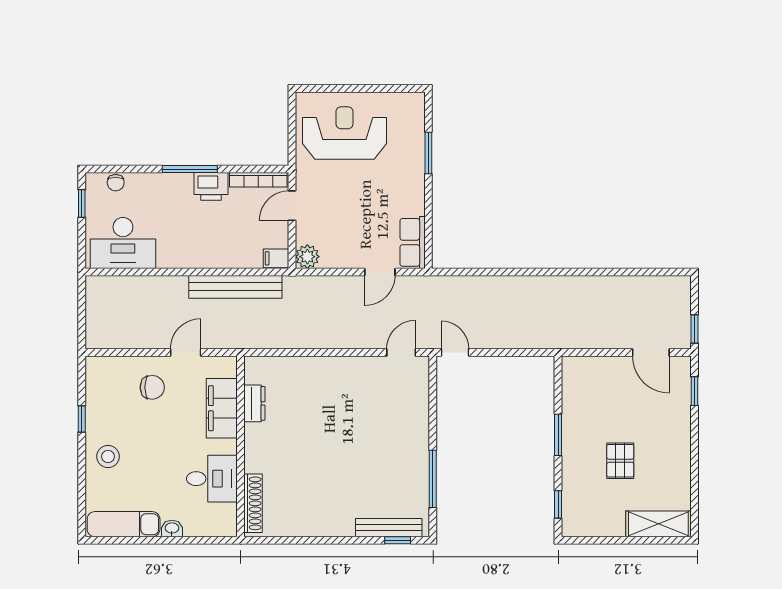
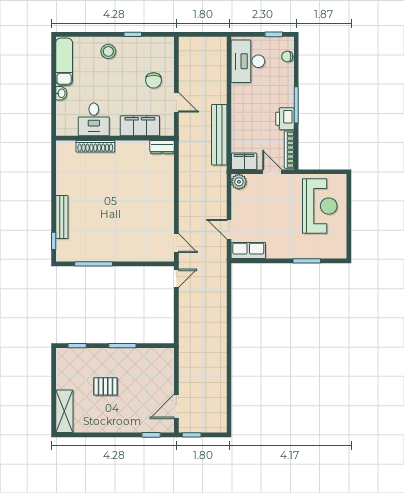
filing cabinet: (276, 258) -> (244, 161), width x2.00
dresser: (254, 403) -> (162, 147), moved
shoe rack: (253, 503) -> (95, 146), moved
bench: (389, 528) -> (62, 217), moved

